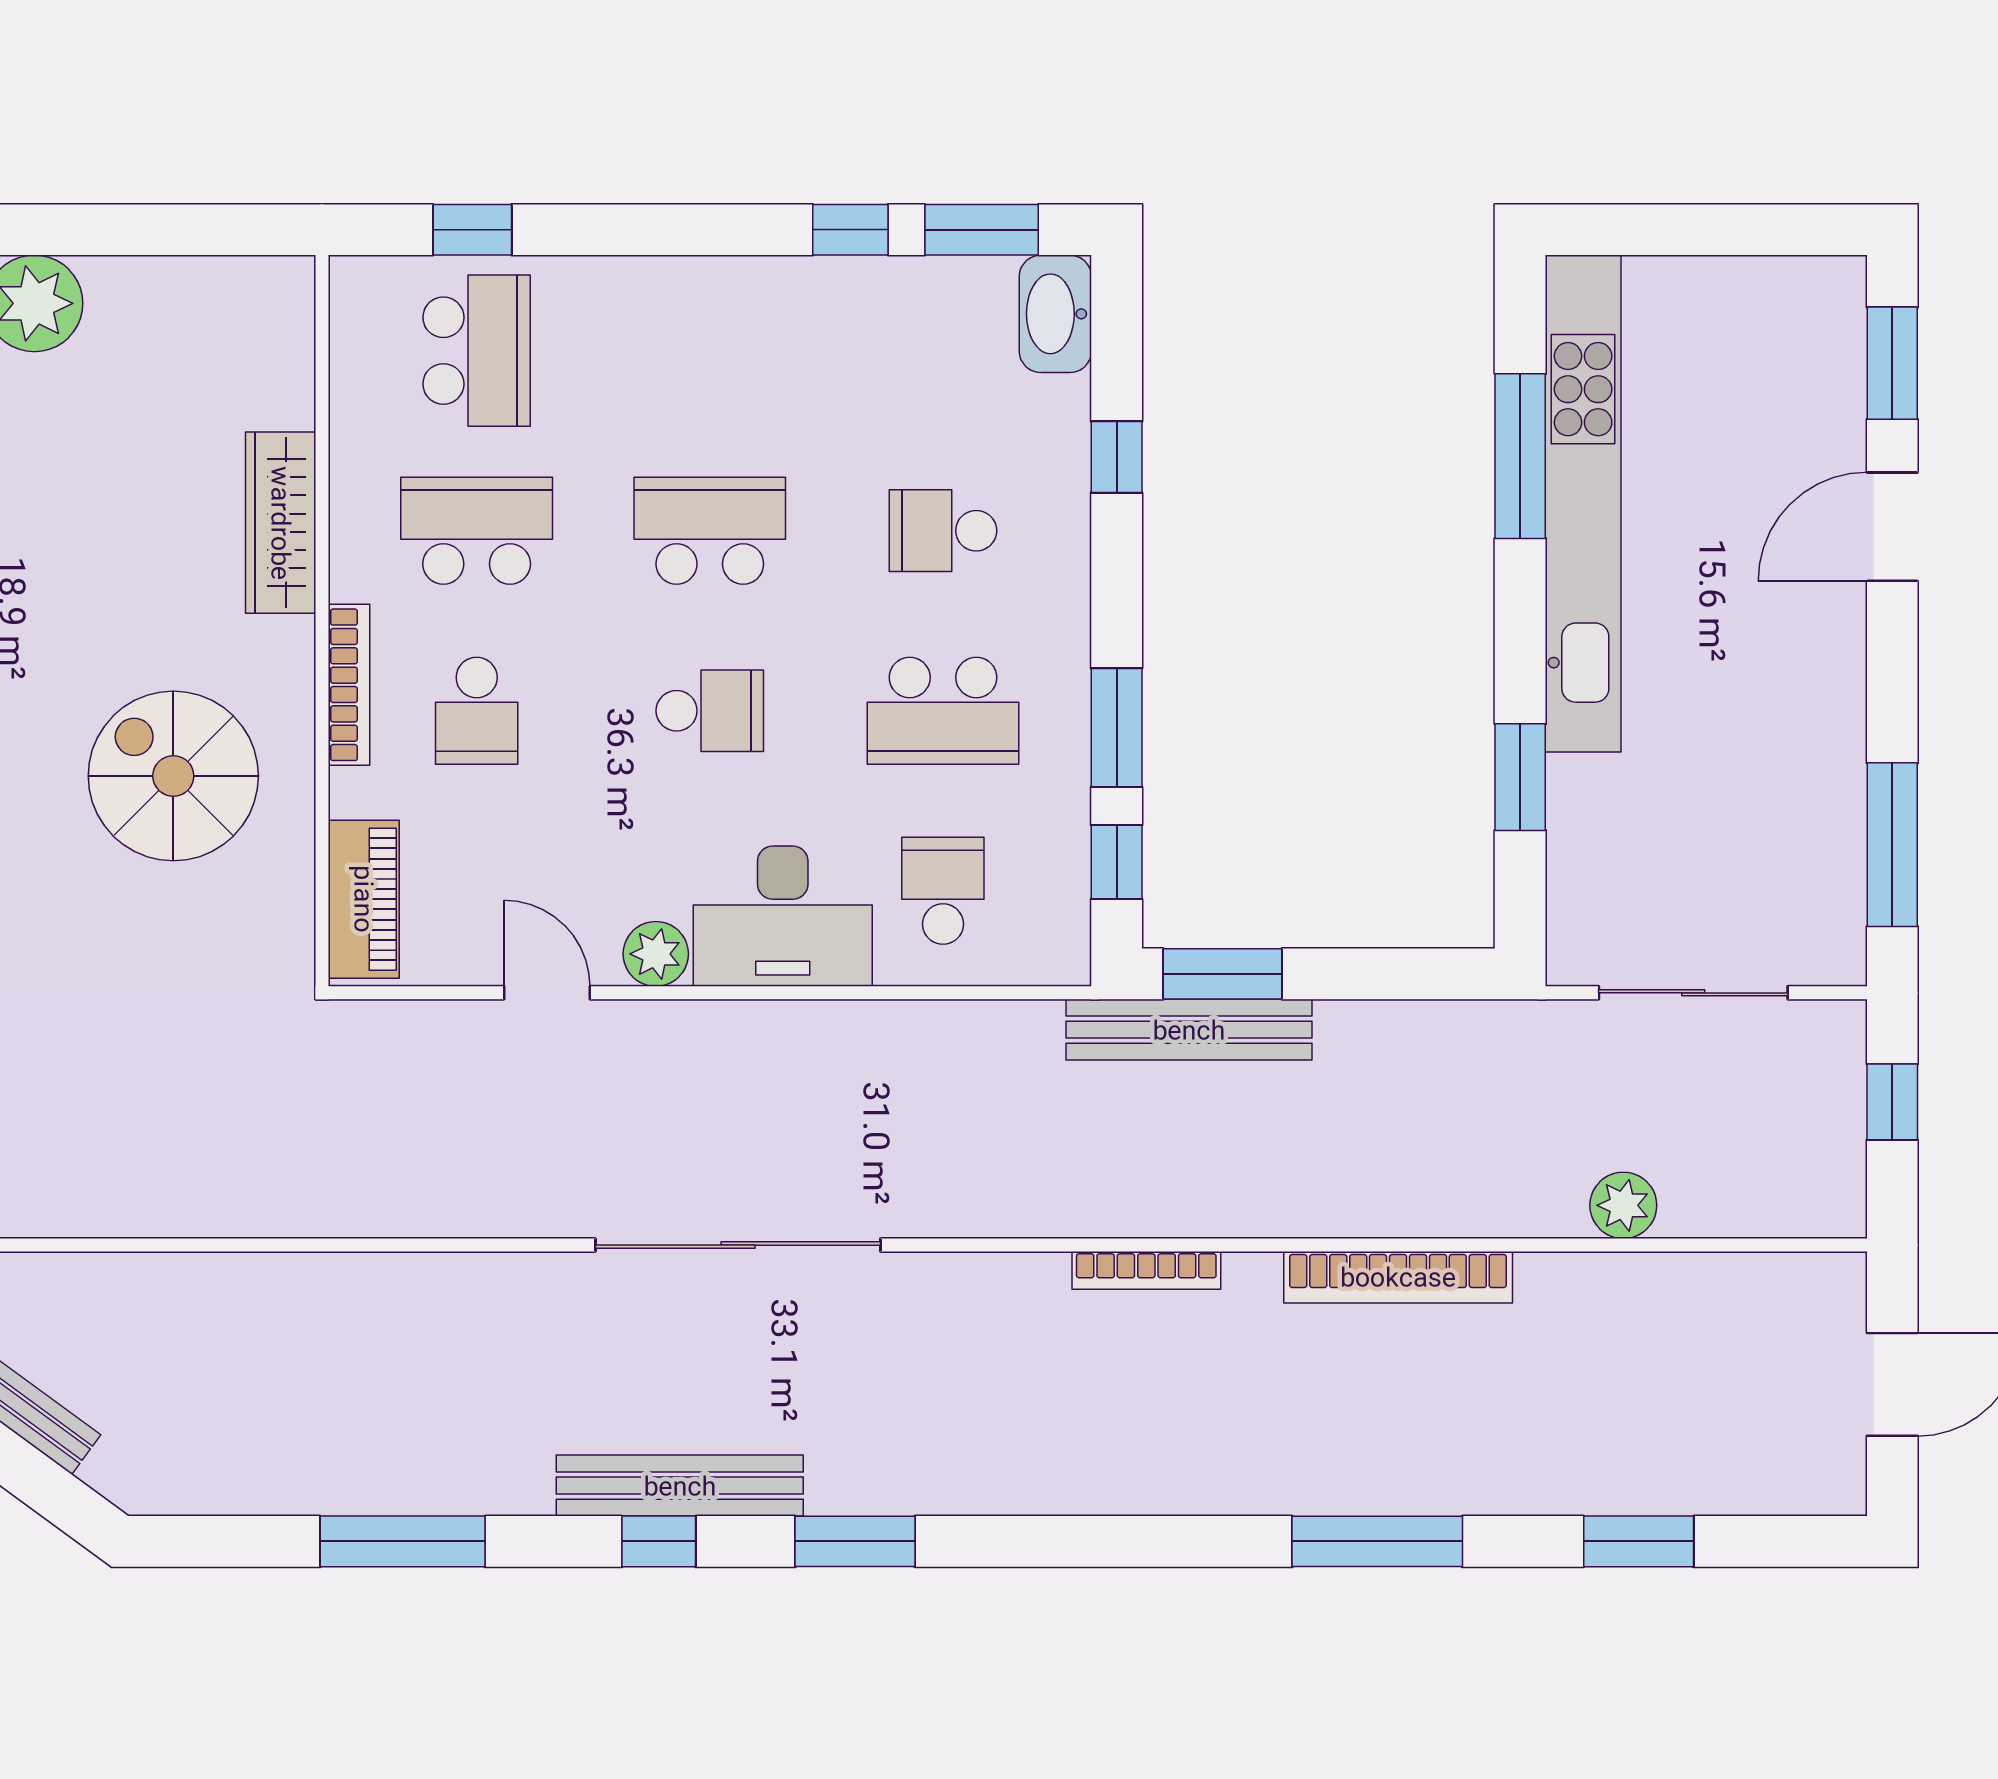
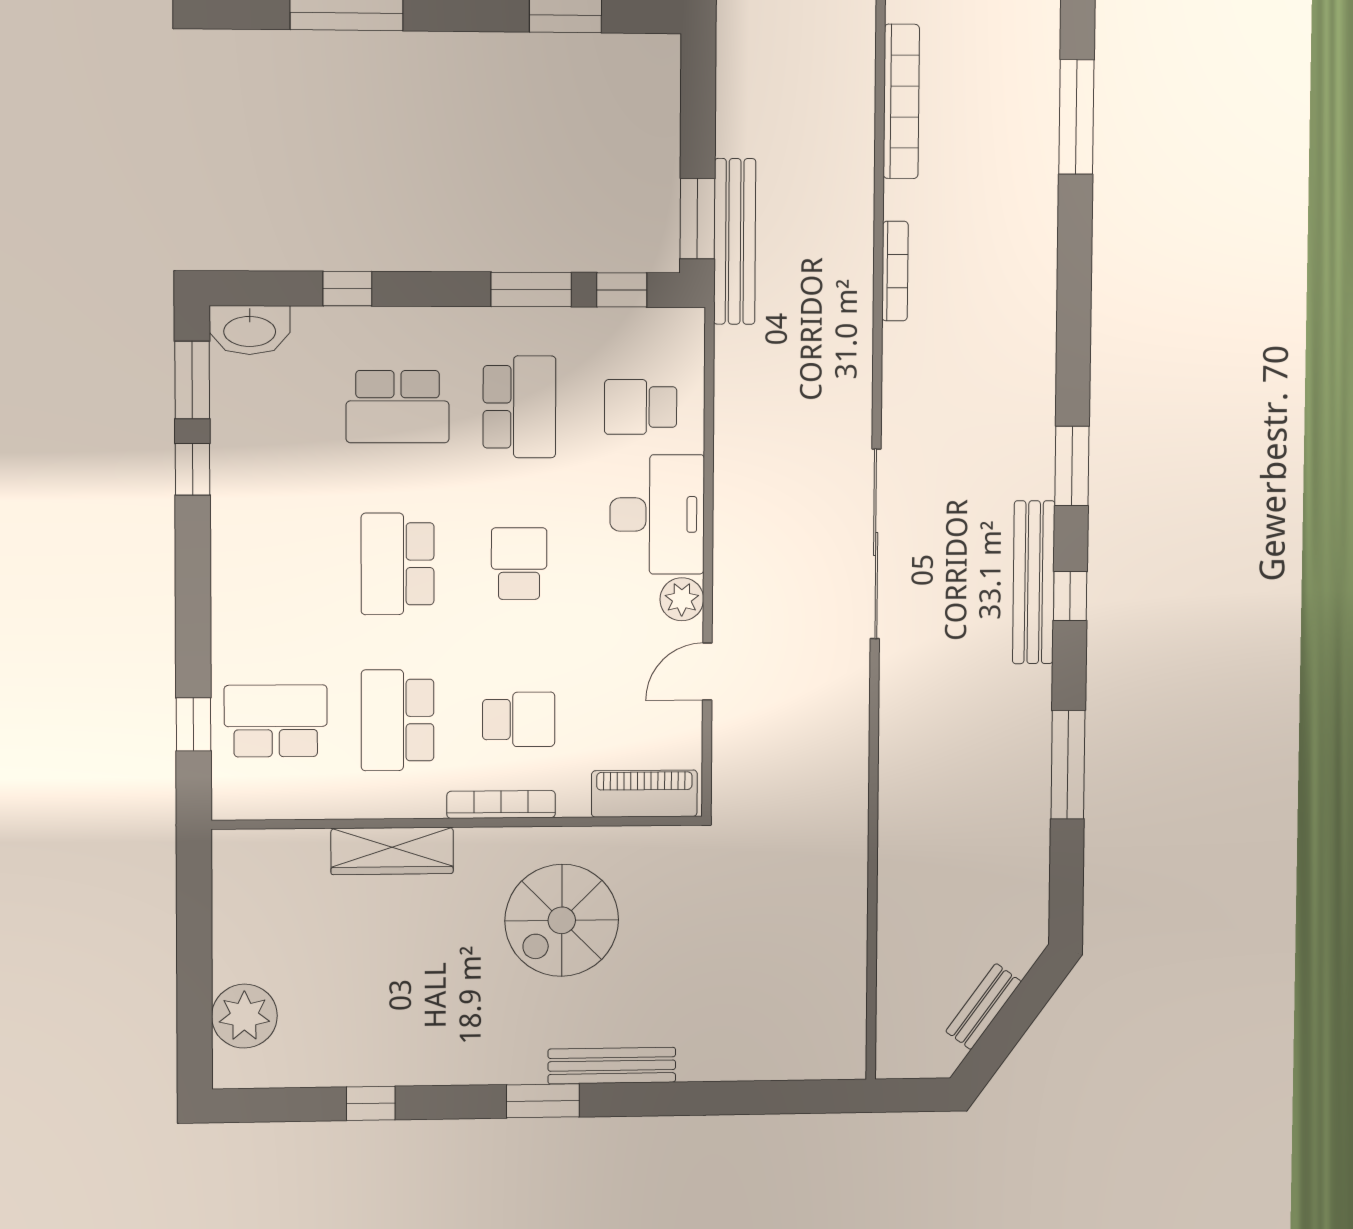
school desk: (943, 531) -> (398, 407), width x1.85

